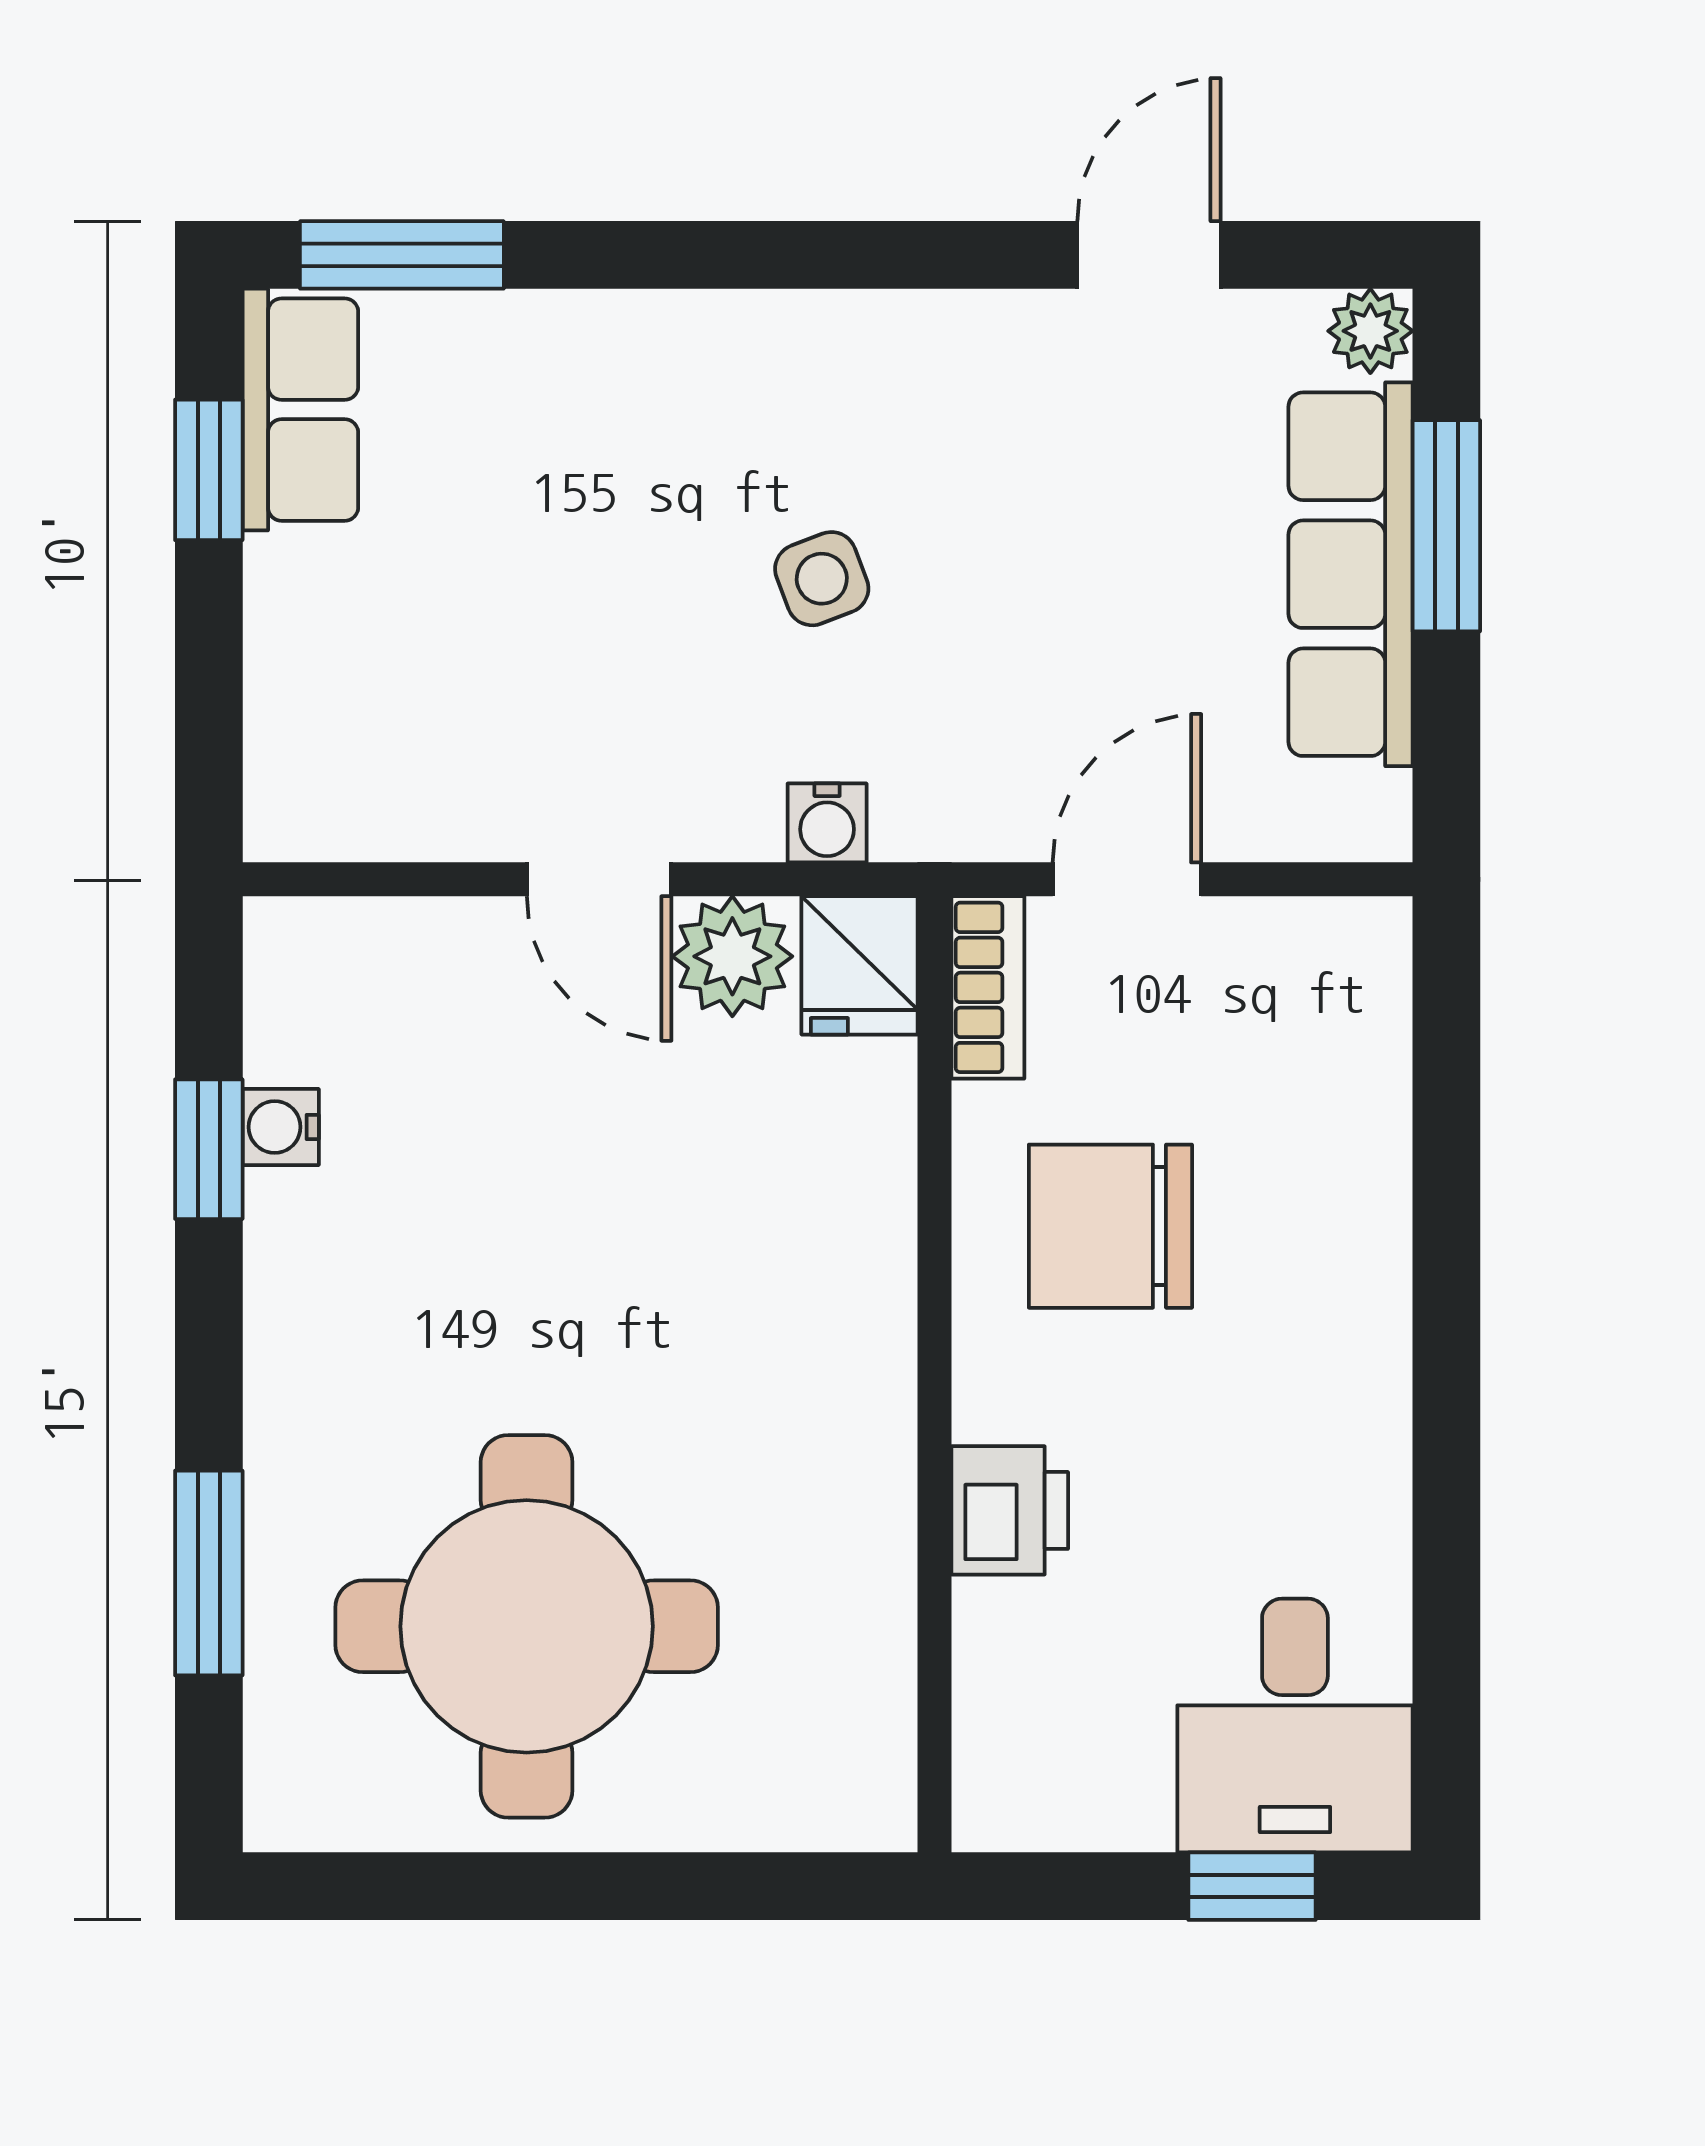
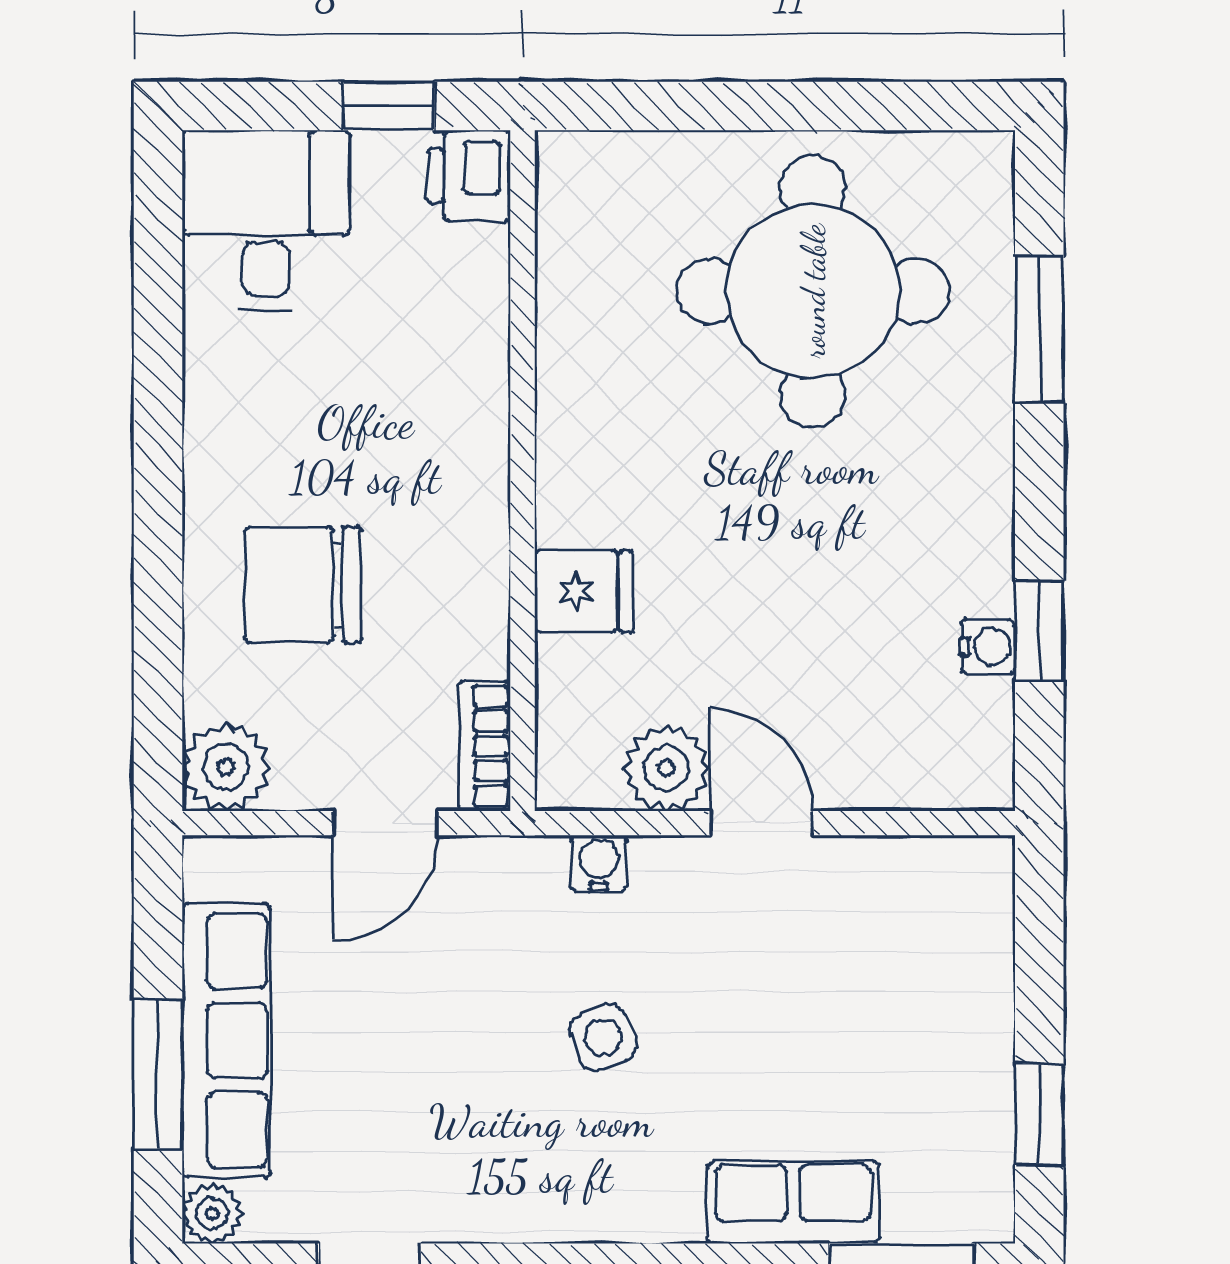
row of seats: (300, 410) -> (793, 1202), moved, turned 90
plant: (1351, 958) -> (226, 767), added
fridge: (860, 965) -> (584, 591), moved, turned 90
chair: (1110, 1226) -> (303, 585), moved, turned 180
printer: (1010, 1510) -> (469, 176), moved
window: (1252, 1886) -> (389, 106), moved

